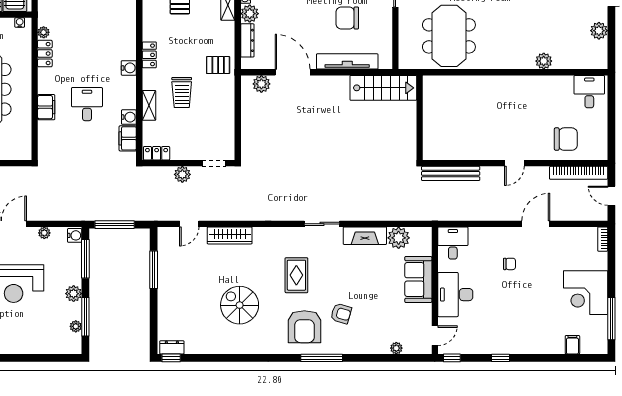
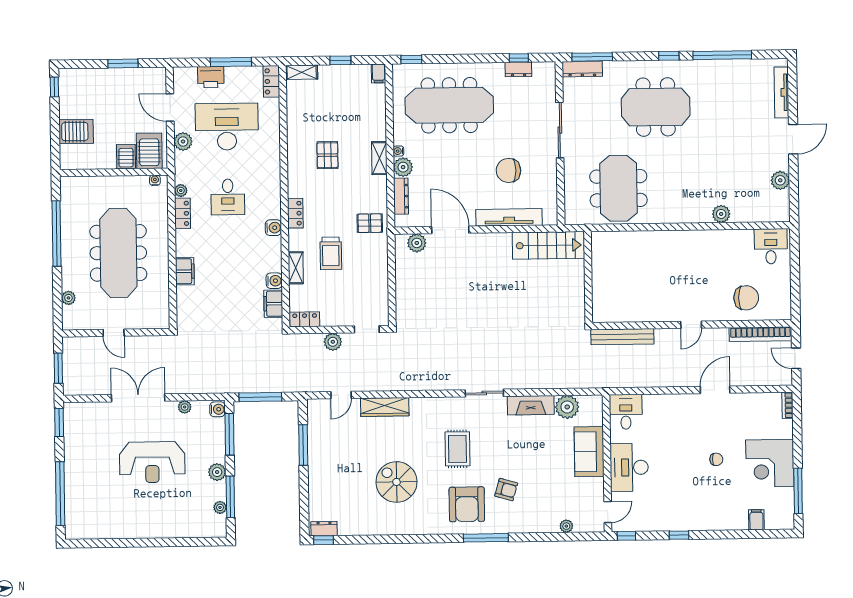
desk: (87, 104) -> (228, 197), moved, turned 180
chair: (510, 264) -> (716, 459), moved

